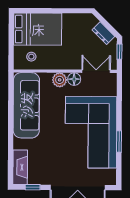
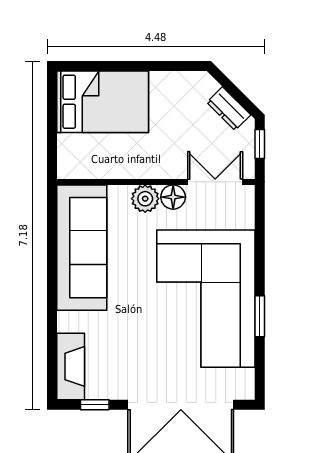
stool: (31, 57) -> (91, 154), removed

